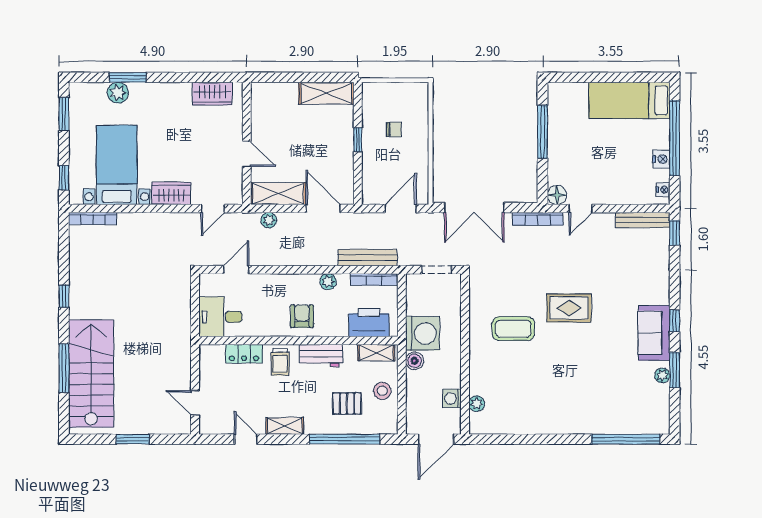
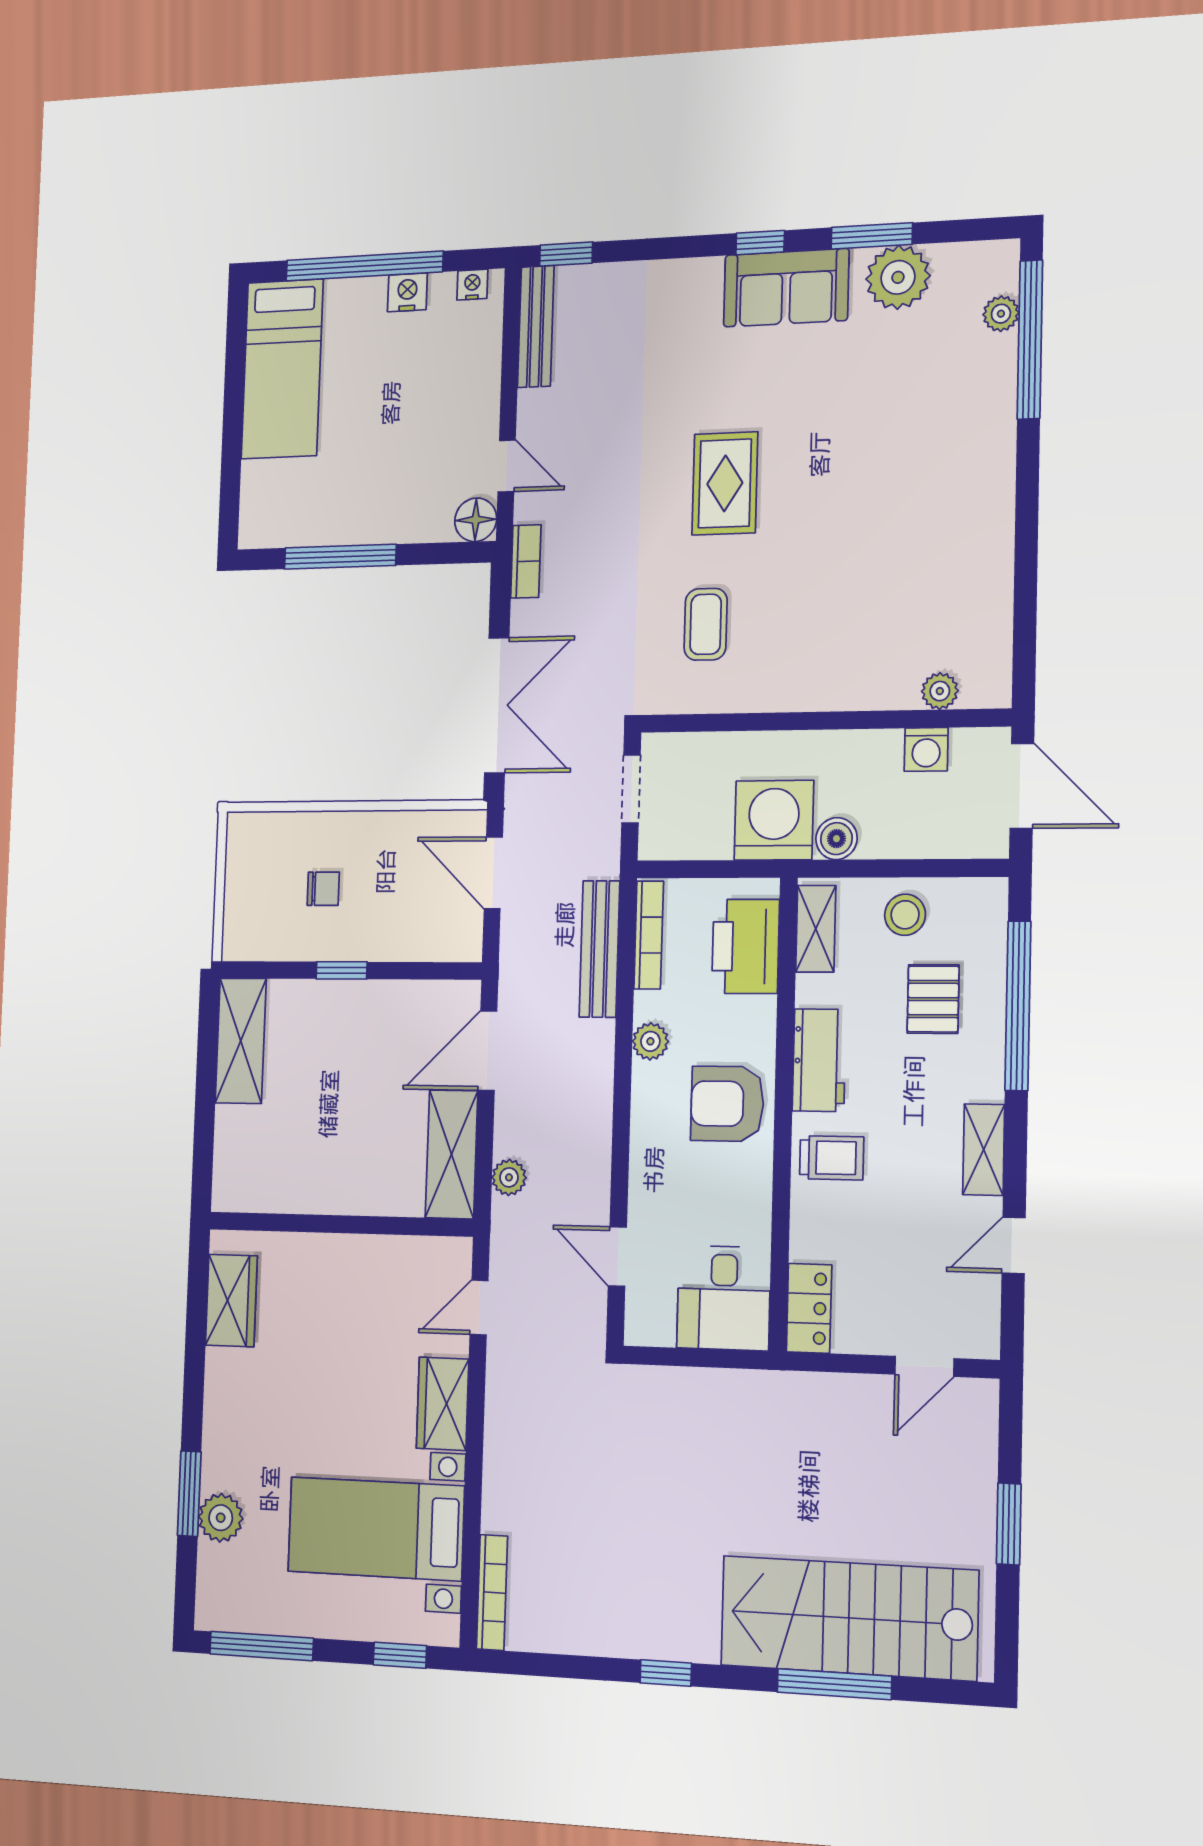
window: (64, 114) -> (261, 1646), width x1.44
chair: (394, 130) -> (323, 889), turned 90
door: (247, 154) -> (363, 1225), removed
door: (213, 208) -> (479, 1307), swing flipped
bookcase: (538, 219) -> (526, 561), width x0.64
armchair: (302, 316) -> (727, 1104), width x1.38, depth x1.38
coffee table: (513, 329) -> (706, 624), moved, width x0.73, depth x0.77
locker: (244, 354) -> (809, 1308), moved
plant: (662, 375) -> (898, 277), width x1.88, depth x1.88
plant: (638, 427) -> (1001, 314), added

